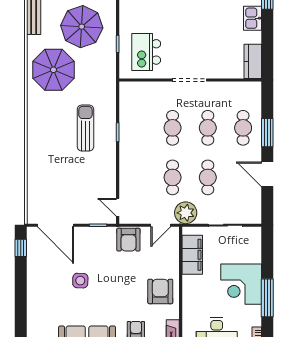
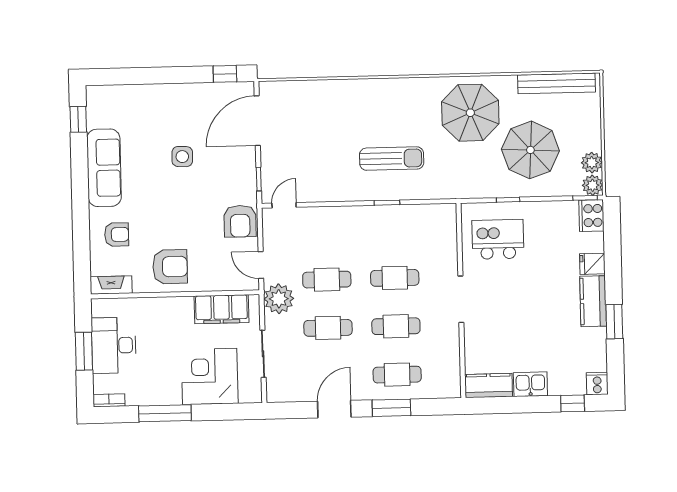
kitchen sink: (252, 18) -> (530, 384), moved
armchair: (128, 240) -> (240, 221), turned -90
corner desk: (241, 284) -> (210, 376), moved

